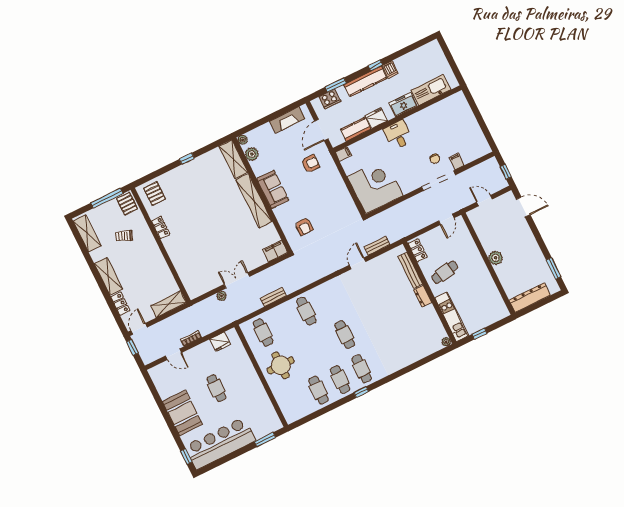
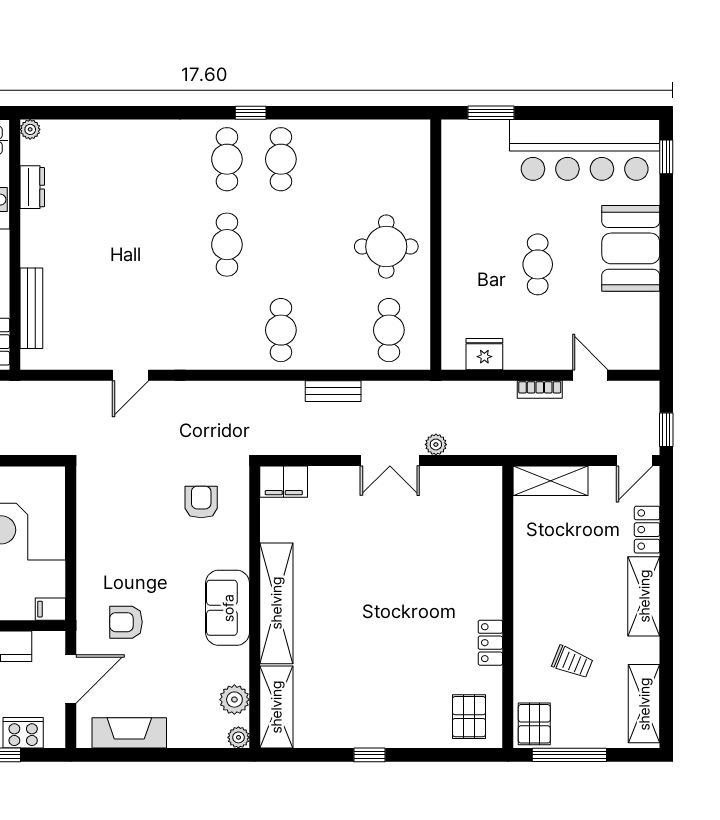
bench: (377, 246) -> (74, 391), removed
dresser: (423, 296) -> (32, 187), moved
cafe table: (318, 390) -> (335, 159), removed

